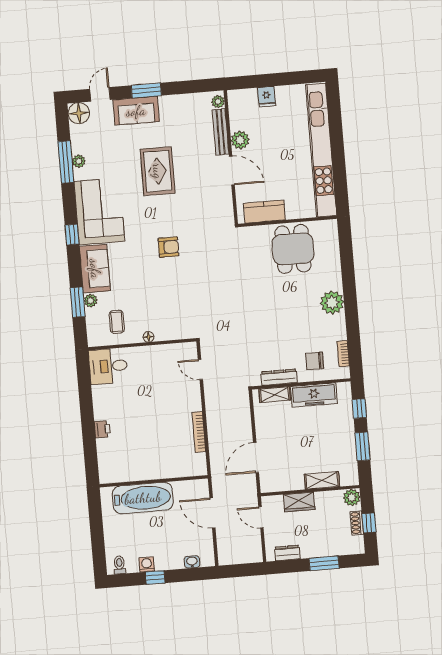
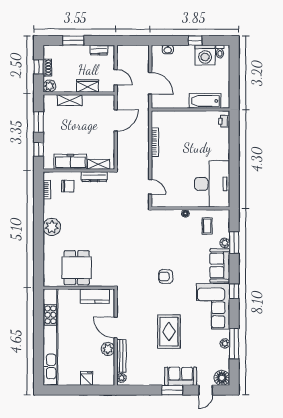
desk: (108, 366) -> (212, 184), width x1.87, depth x1.30
printer: (102, 429) -> (224, 121), moved
bathtub: (143, 498) -> (205, 101), width x0.73, depth x0.73
washing machine: (147, 564) -> (205, 55), width x1.89, depth x1.89

